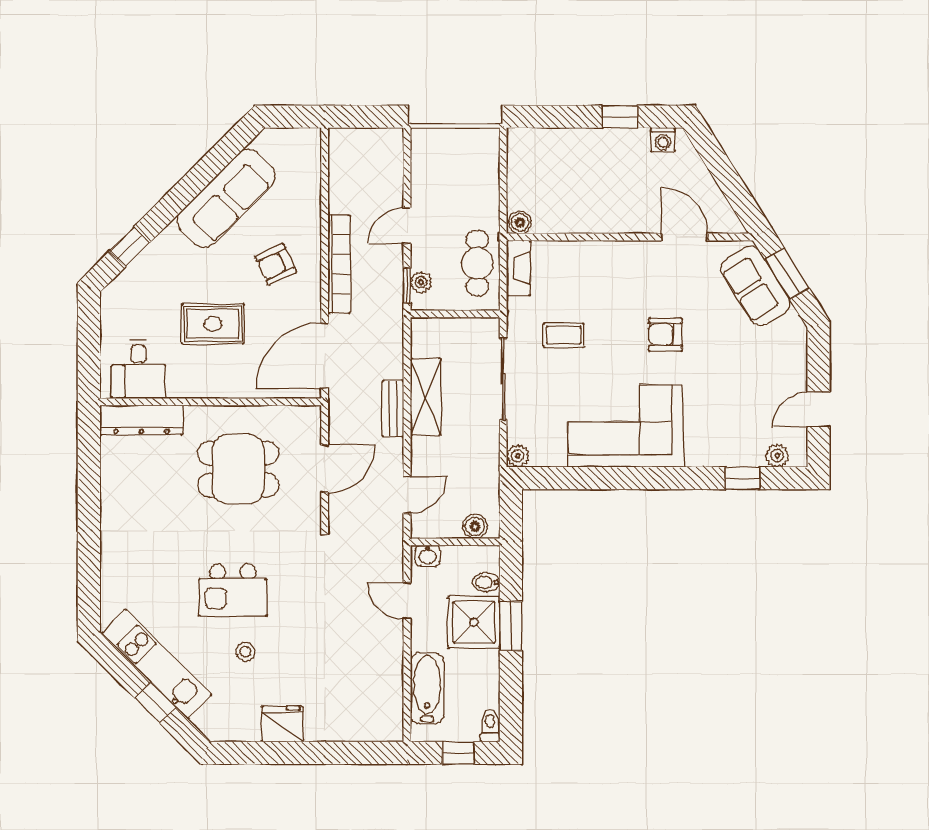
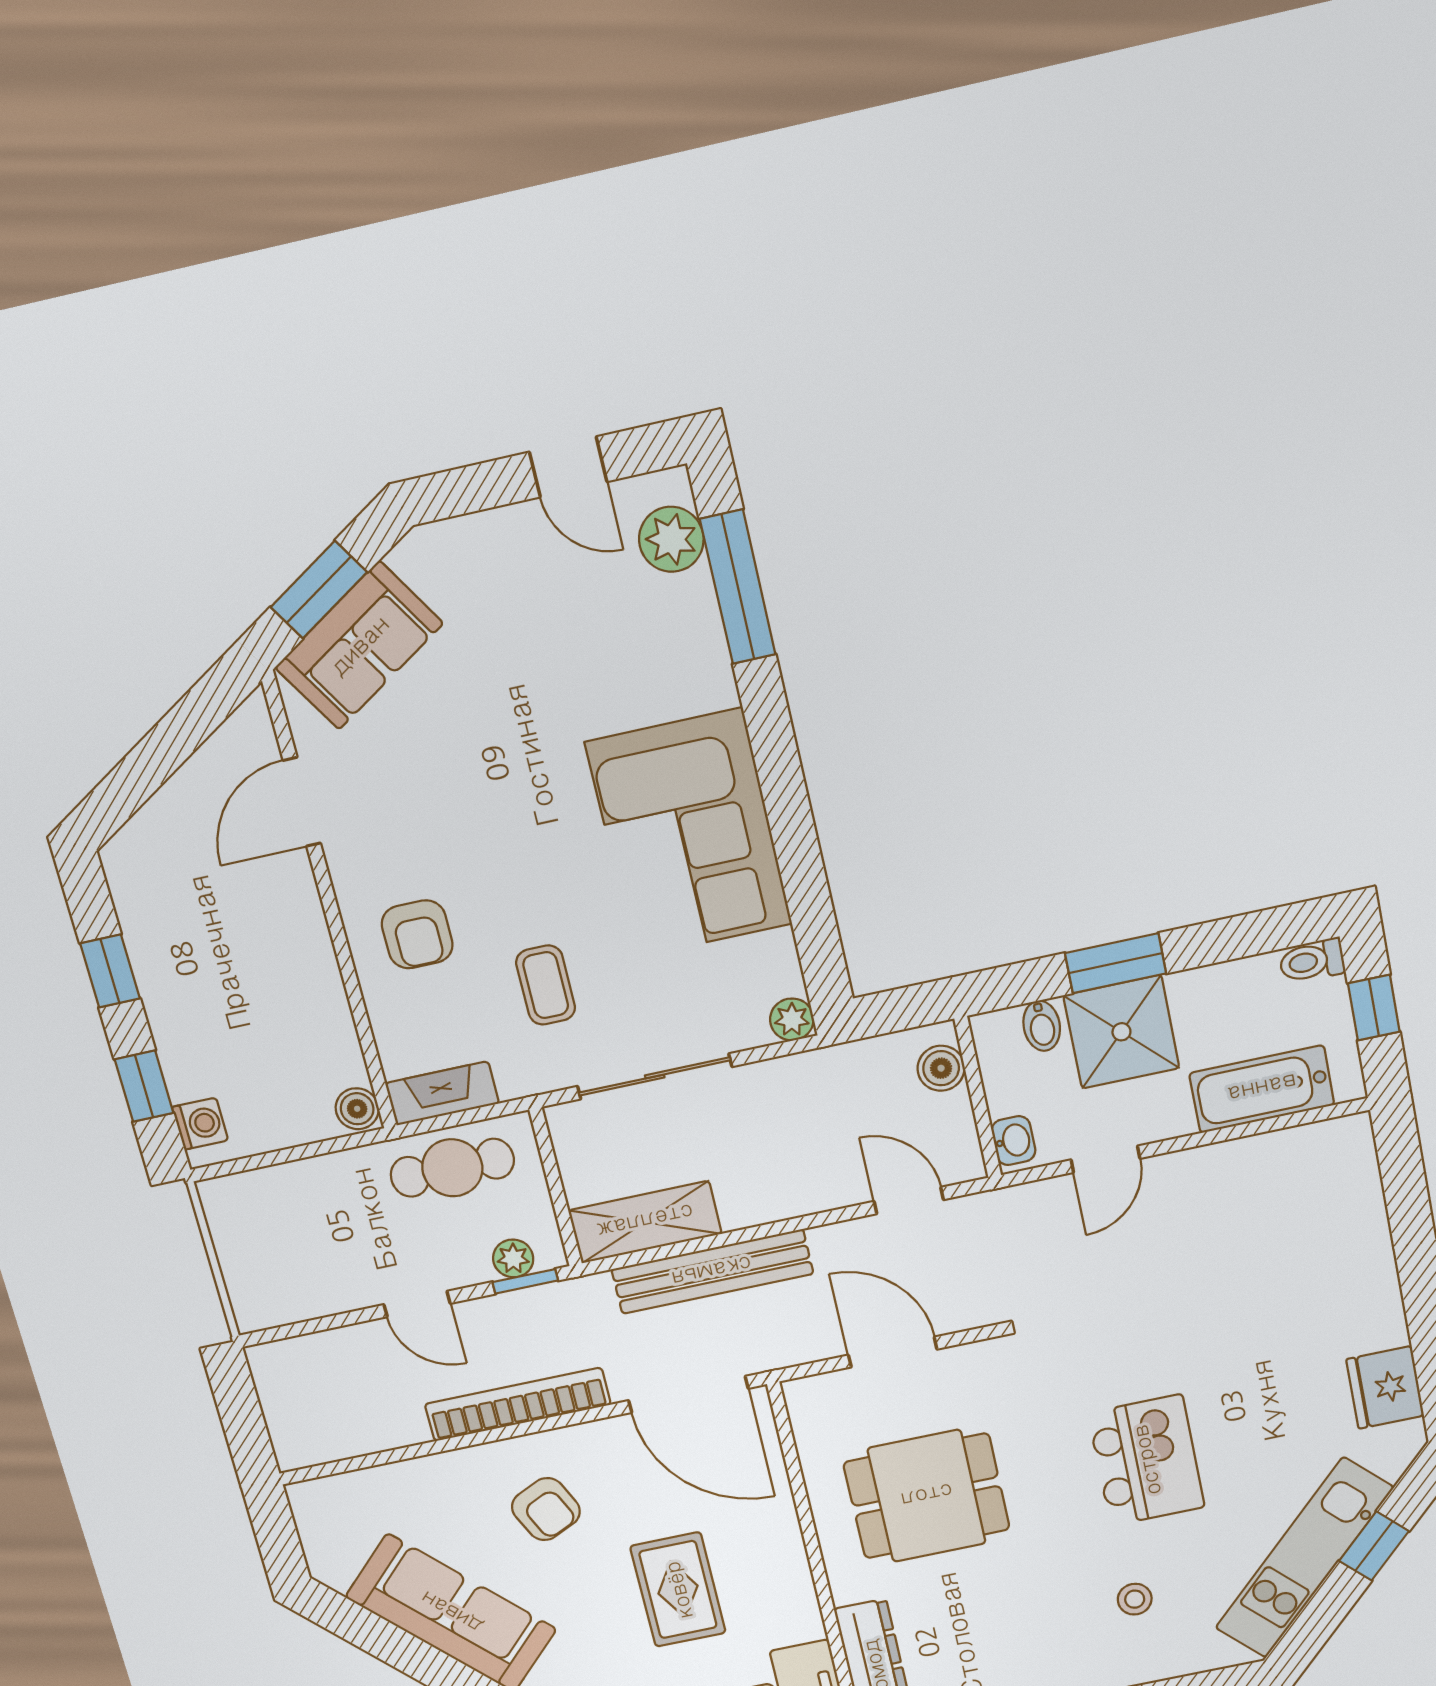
window: (556, 117) -> (144, 1086), added
washing machine: (663, 140) -> (200, 1124), moved
armchair: (665, 335) -> (417, 934), moved
shelving: (426, 397) -> (645, 1222), moved
bench: (393, 409) -> (712, 1272), width x1.86, depth x1.21
plant: (777, 456) -> (671, 539), width x1.38, depth x1.38
dining table: (238, 469) -> (927, 1496), turned 90
window: (743, 478) -> (738, 587), width x2.17
stool: (245, 652) -> (1135, 1599), moved
fridge: (282, 724) -> (1385, 1387), moved

